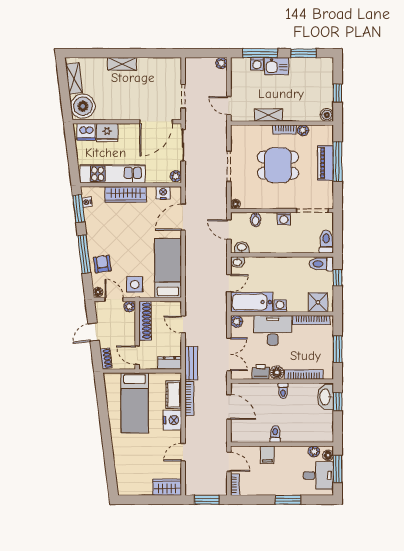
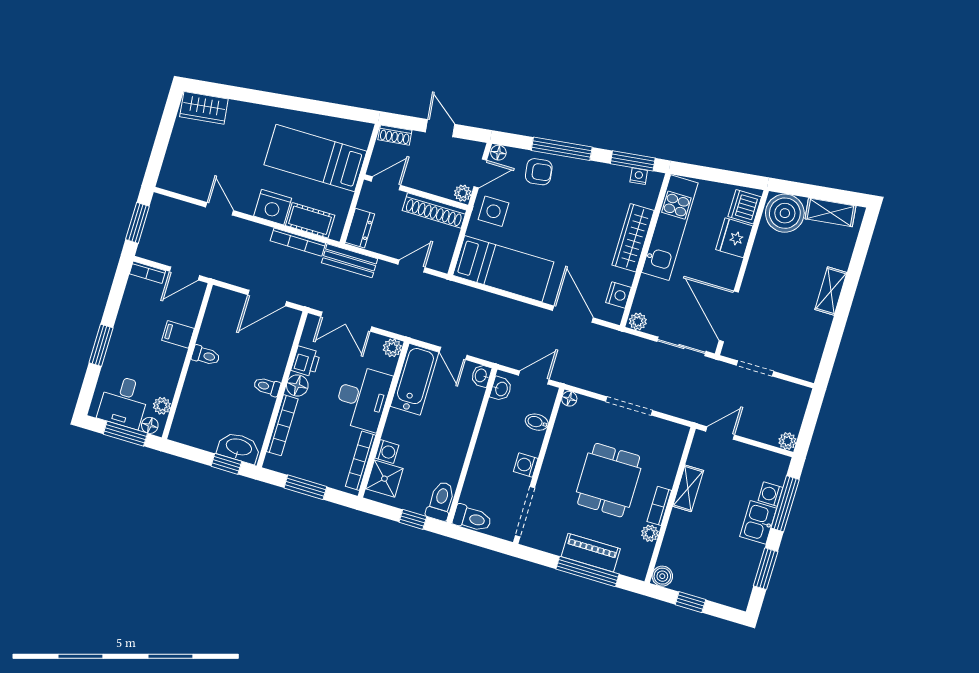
washing machine: (280, 306) -> (387, 452), moved
wardrobe: (167, 487) -> (204, 108), moved, turned 83

